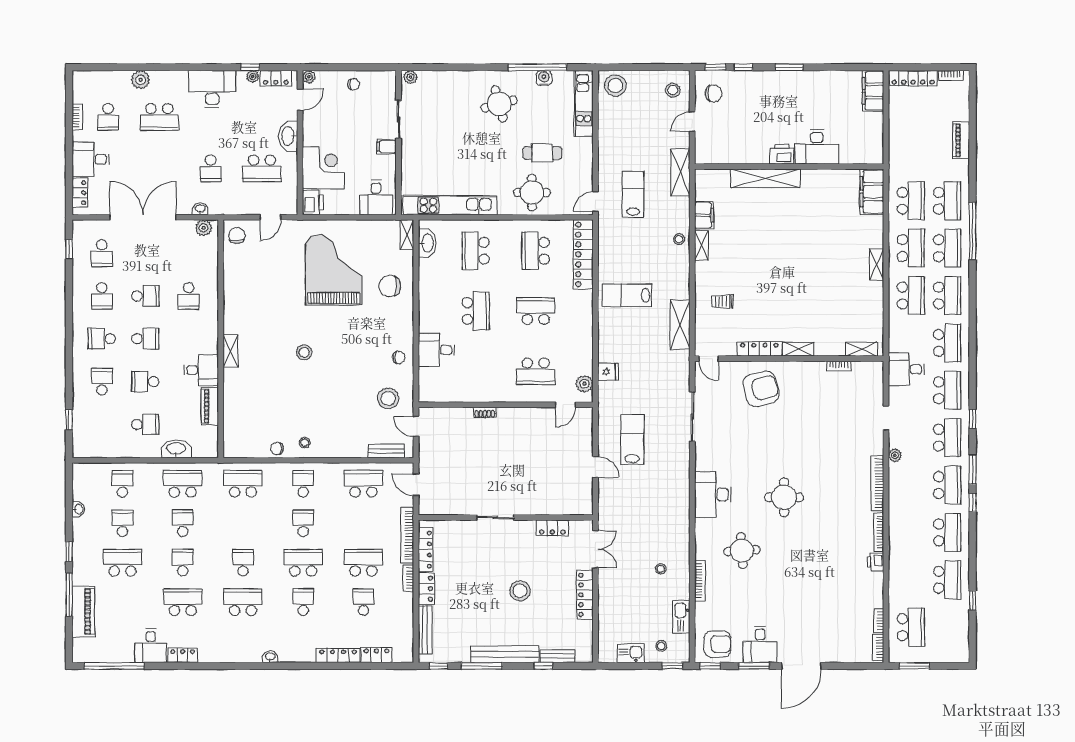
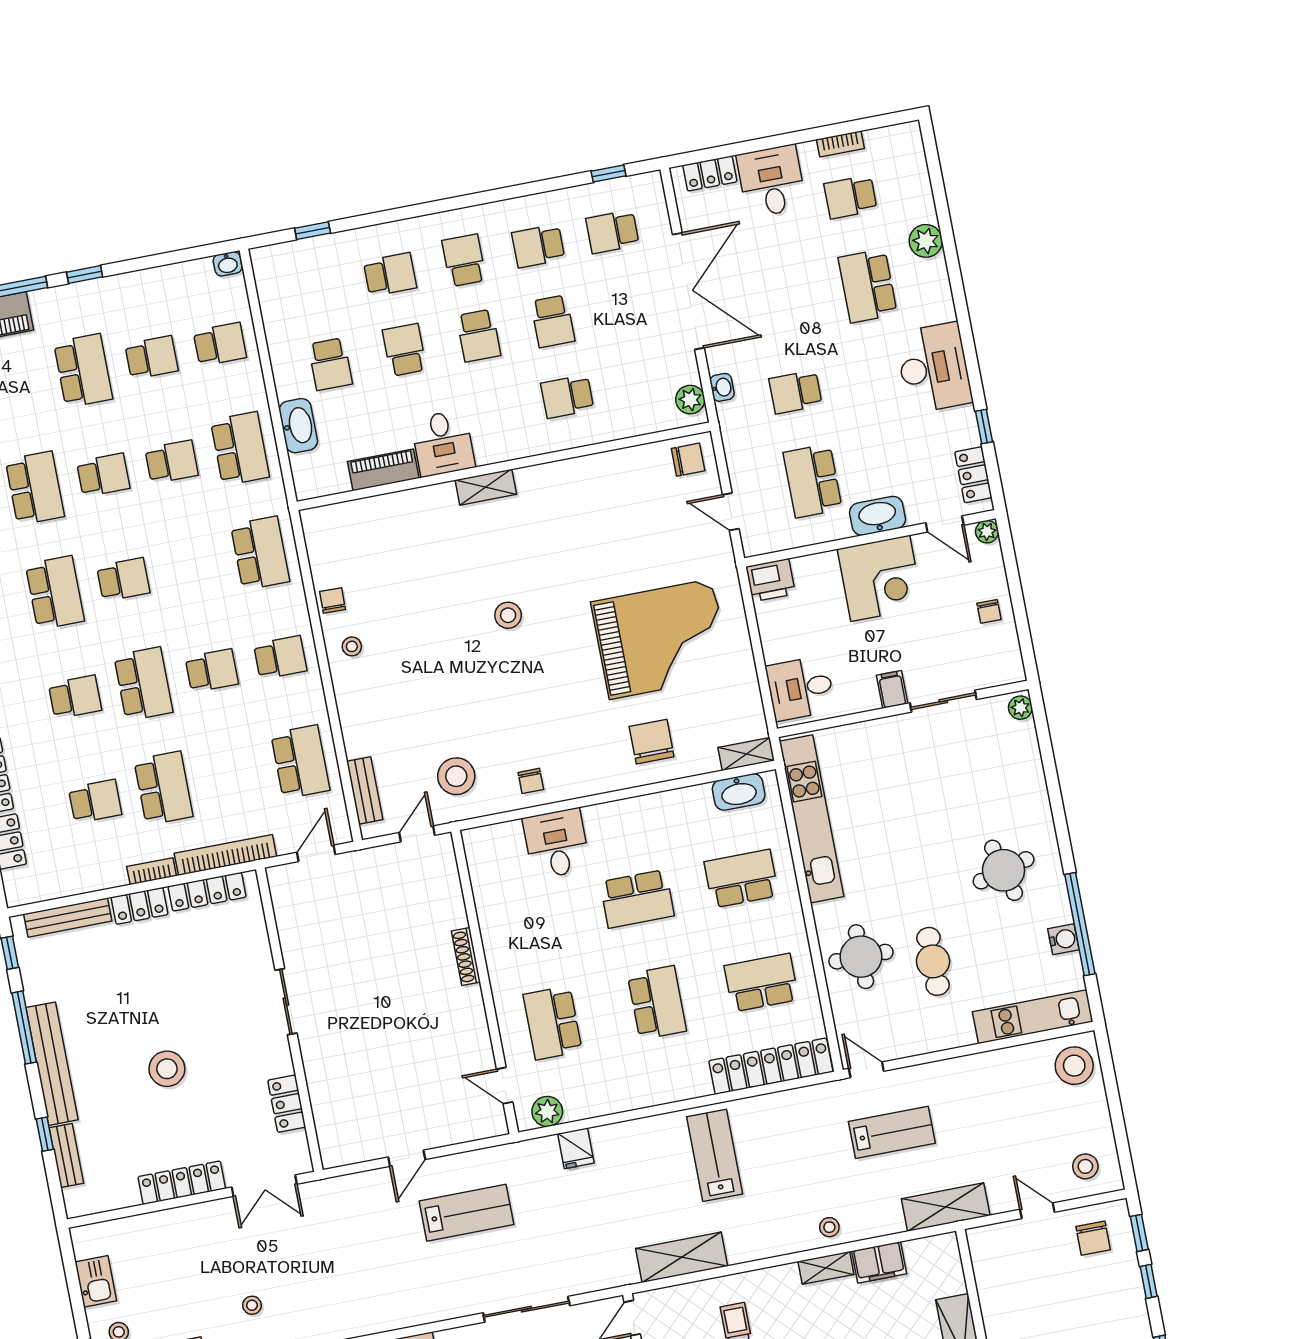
plant: (253, 76) -> (969, 434), removed
corner desk: (323, 168) -> (880, 578), moved
shoe rack: (485, 412) -> (466, 957), width x1.43
washbasin: (78, 509) -> (228, 264), moved

